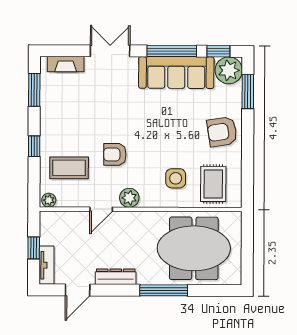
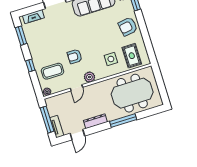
window: (34, 248) -> (47, 120), width x2.17

